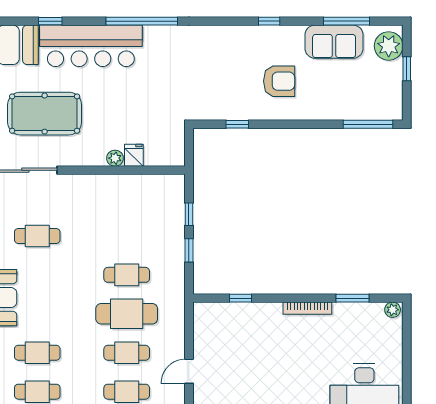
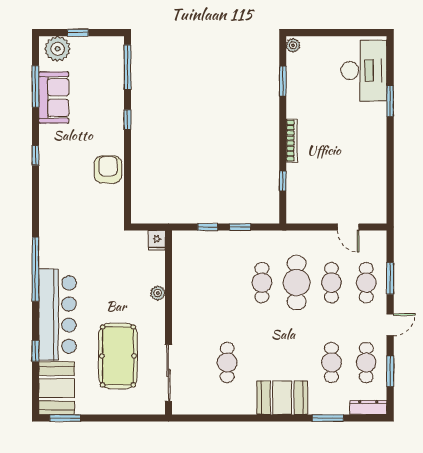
armchair: (279, 81) -> (108, 169), moved
window: (237, 124) -> (128, 120), moved
fridge: (134, 155) -> (157, 240), moved, turned -90
bookcase: (307, 308) -> (292, 141), moved

